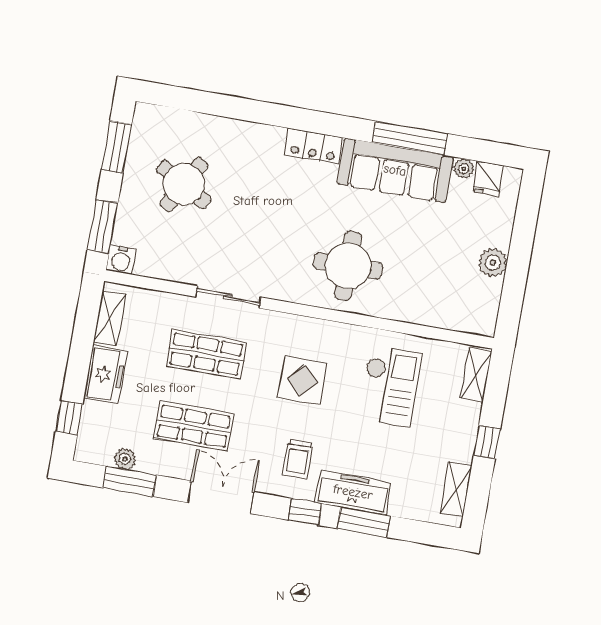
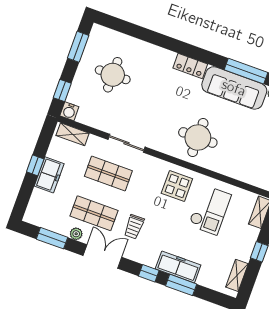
round table: (184, 184) -> (113, 75), turned -30
window: (103, 226) -> (62, 90), width x0.67
shelving: (109, 318) -> (73, 134), moved, turned 90
display table: (302, 380) -> (177, 186), moved
window: (69, 418) -> (35, 165), moved
plant: (125, 459) -> (76, 234), moved
trolley: (298, 459) -> (134, 227), moved

